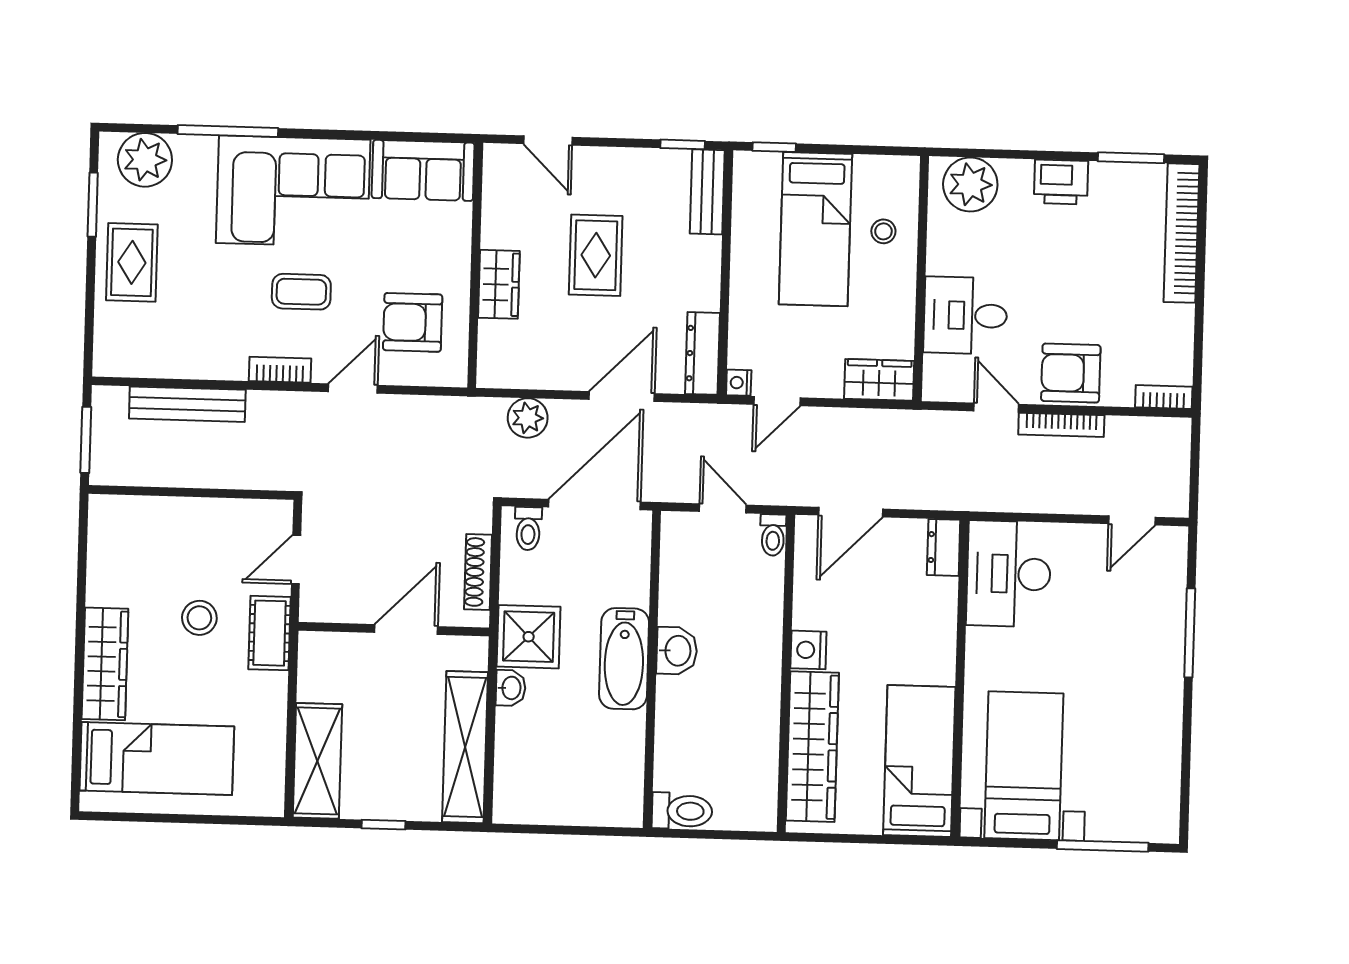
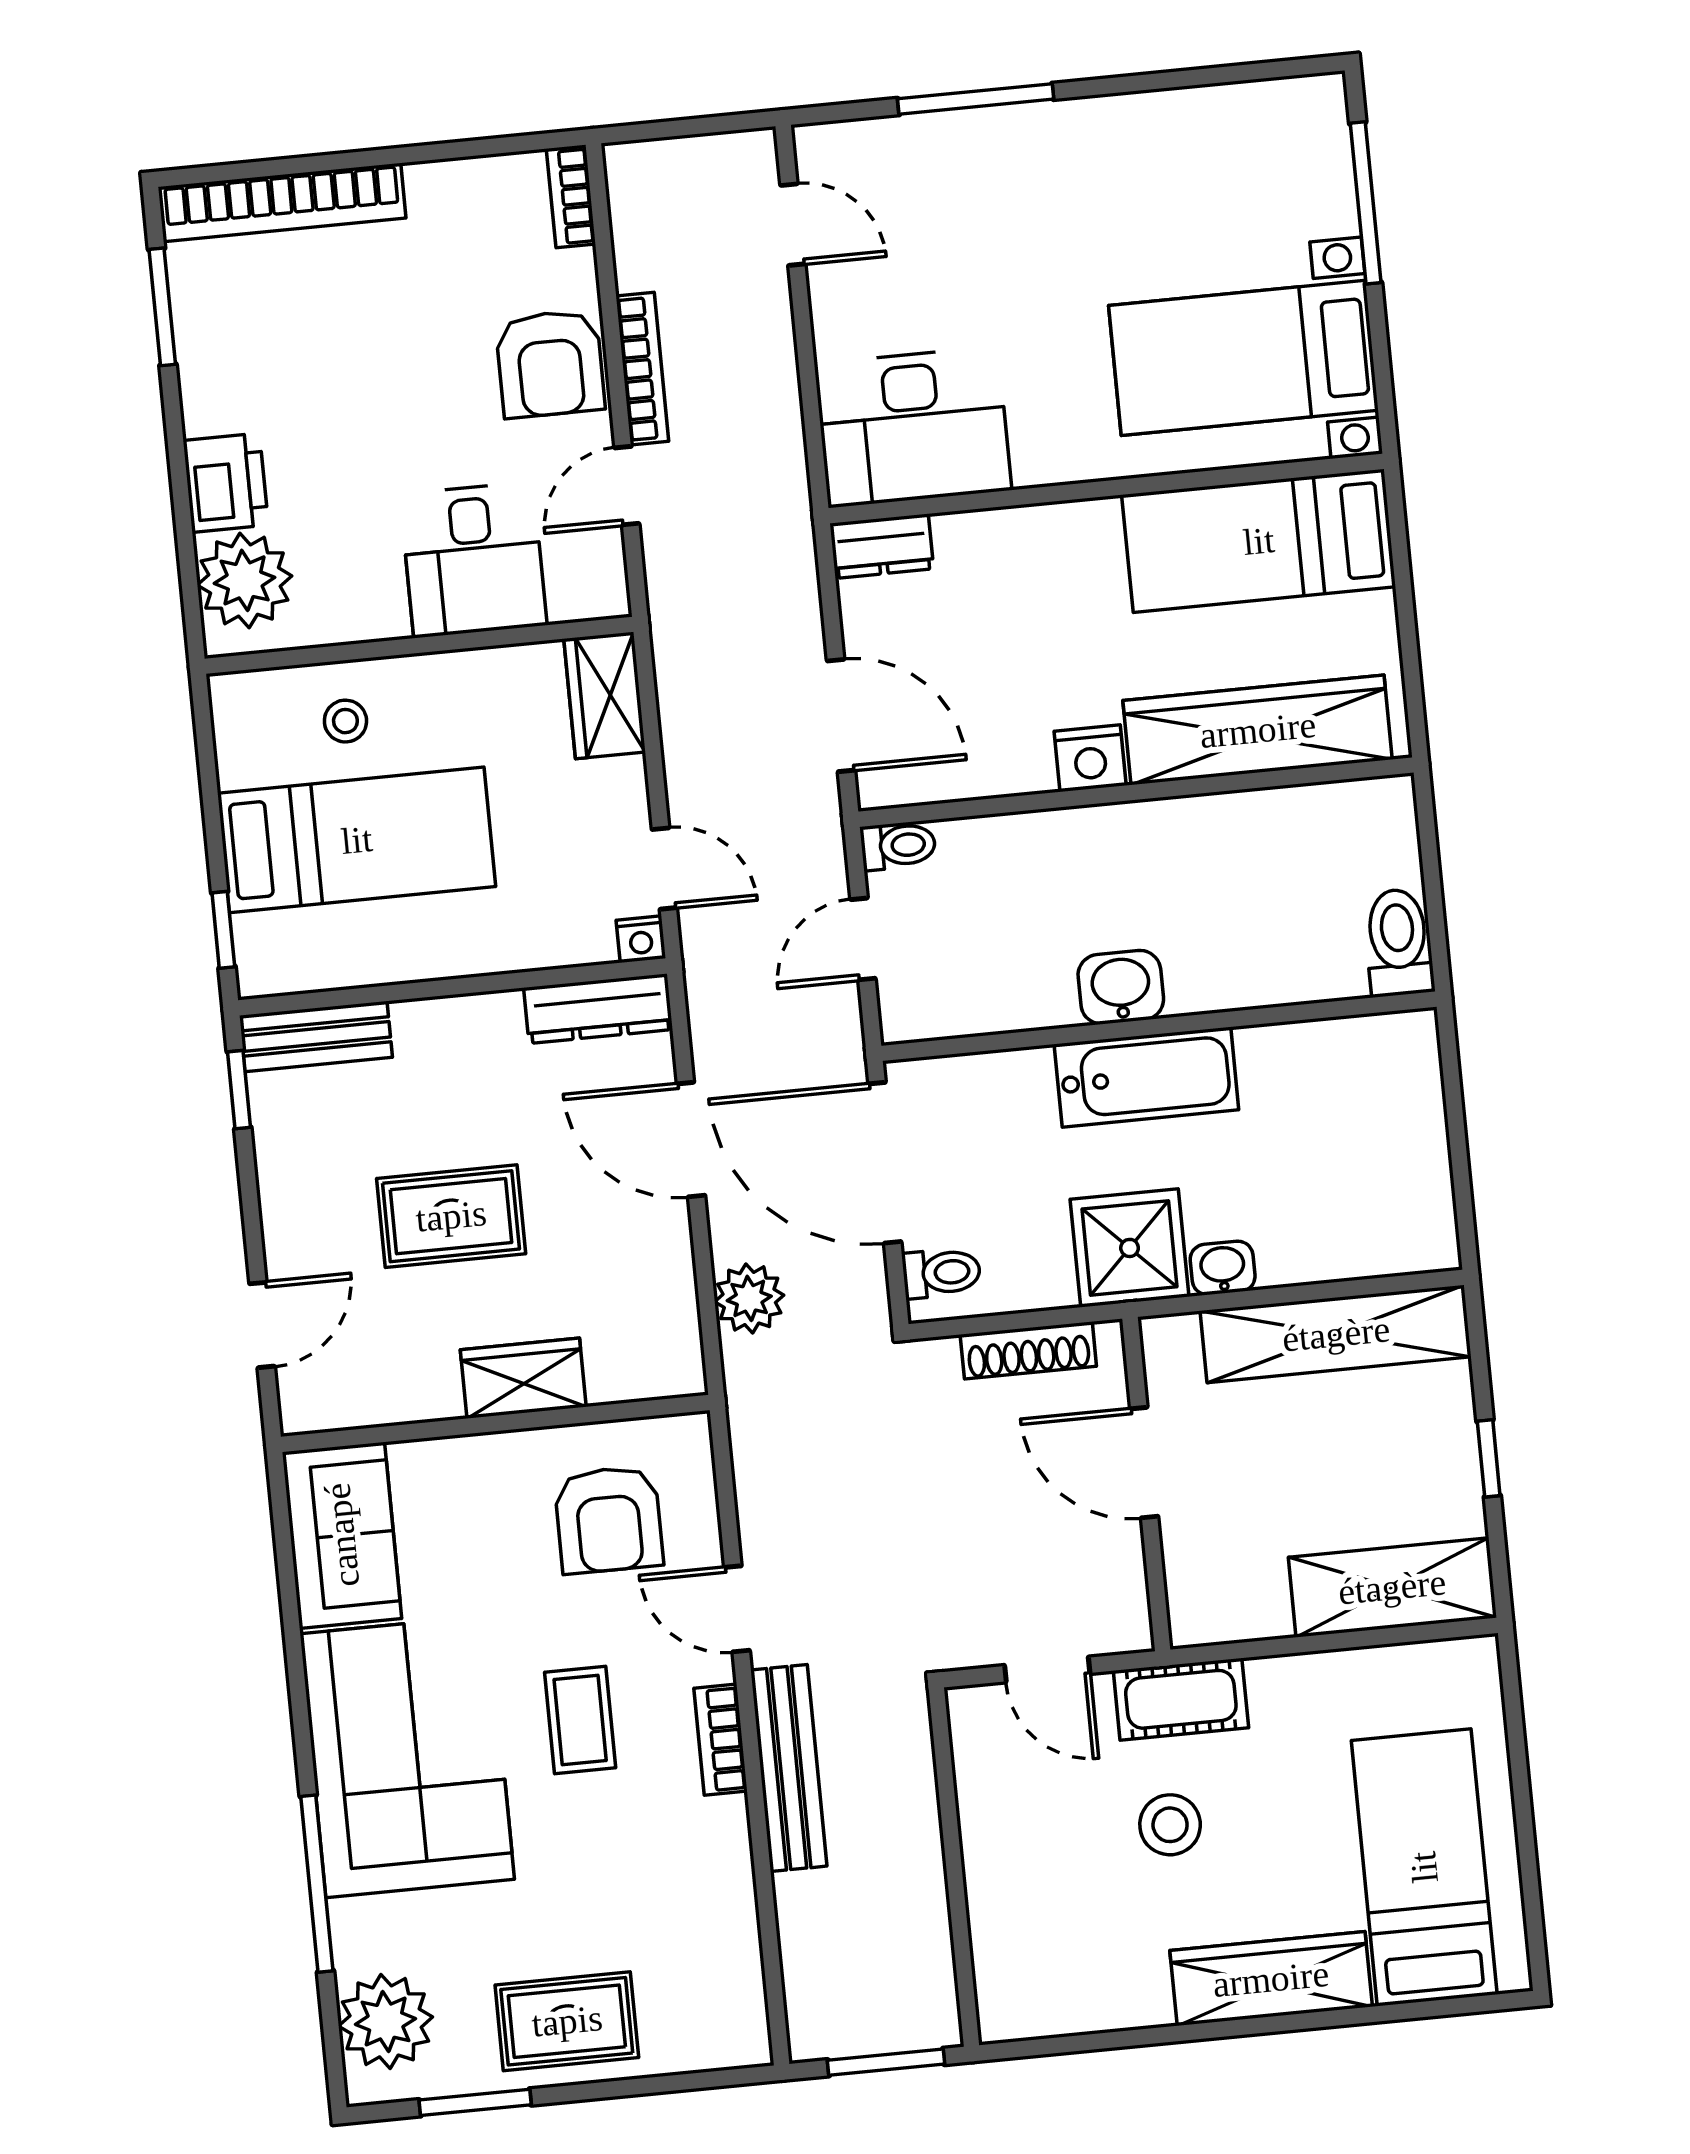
printer: (1061, 182) -> (226, 483), moved
bench: (187, 404) -> (789, 1768), moved

